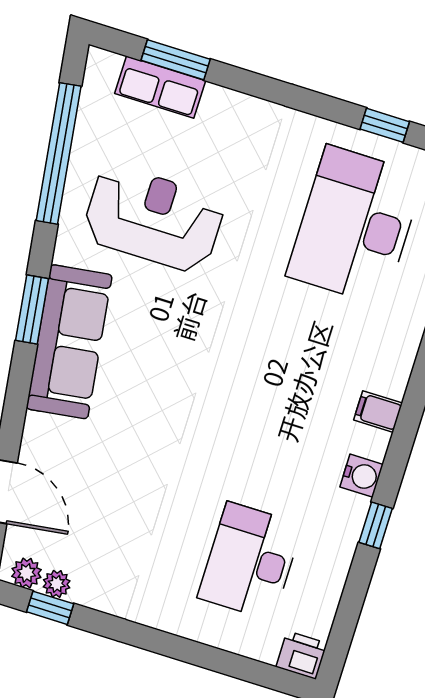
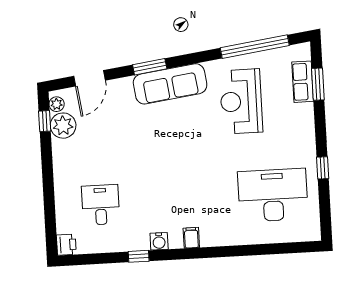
window: (385, 125) -> (323, 168), moved
reception desk: (154, 219) -> (241, 101), turned 180
window: (32, 310) -> (150, 67), moved
desk: (250, 561) -> (101, 205), width x0.73
plant: (57, 584) -> (63, 126), width x1.88, depth x1.88

